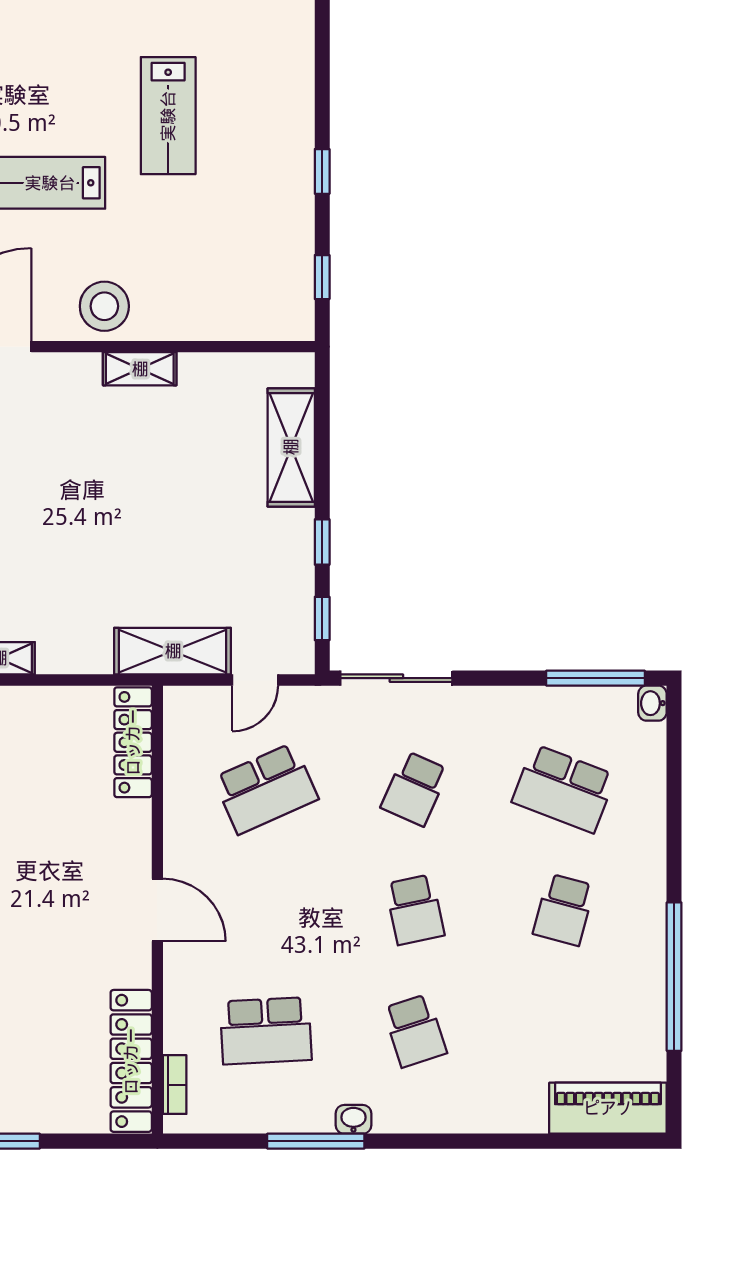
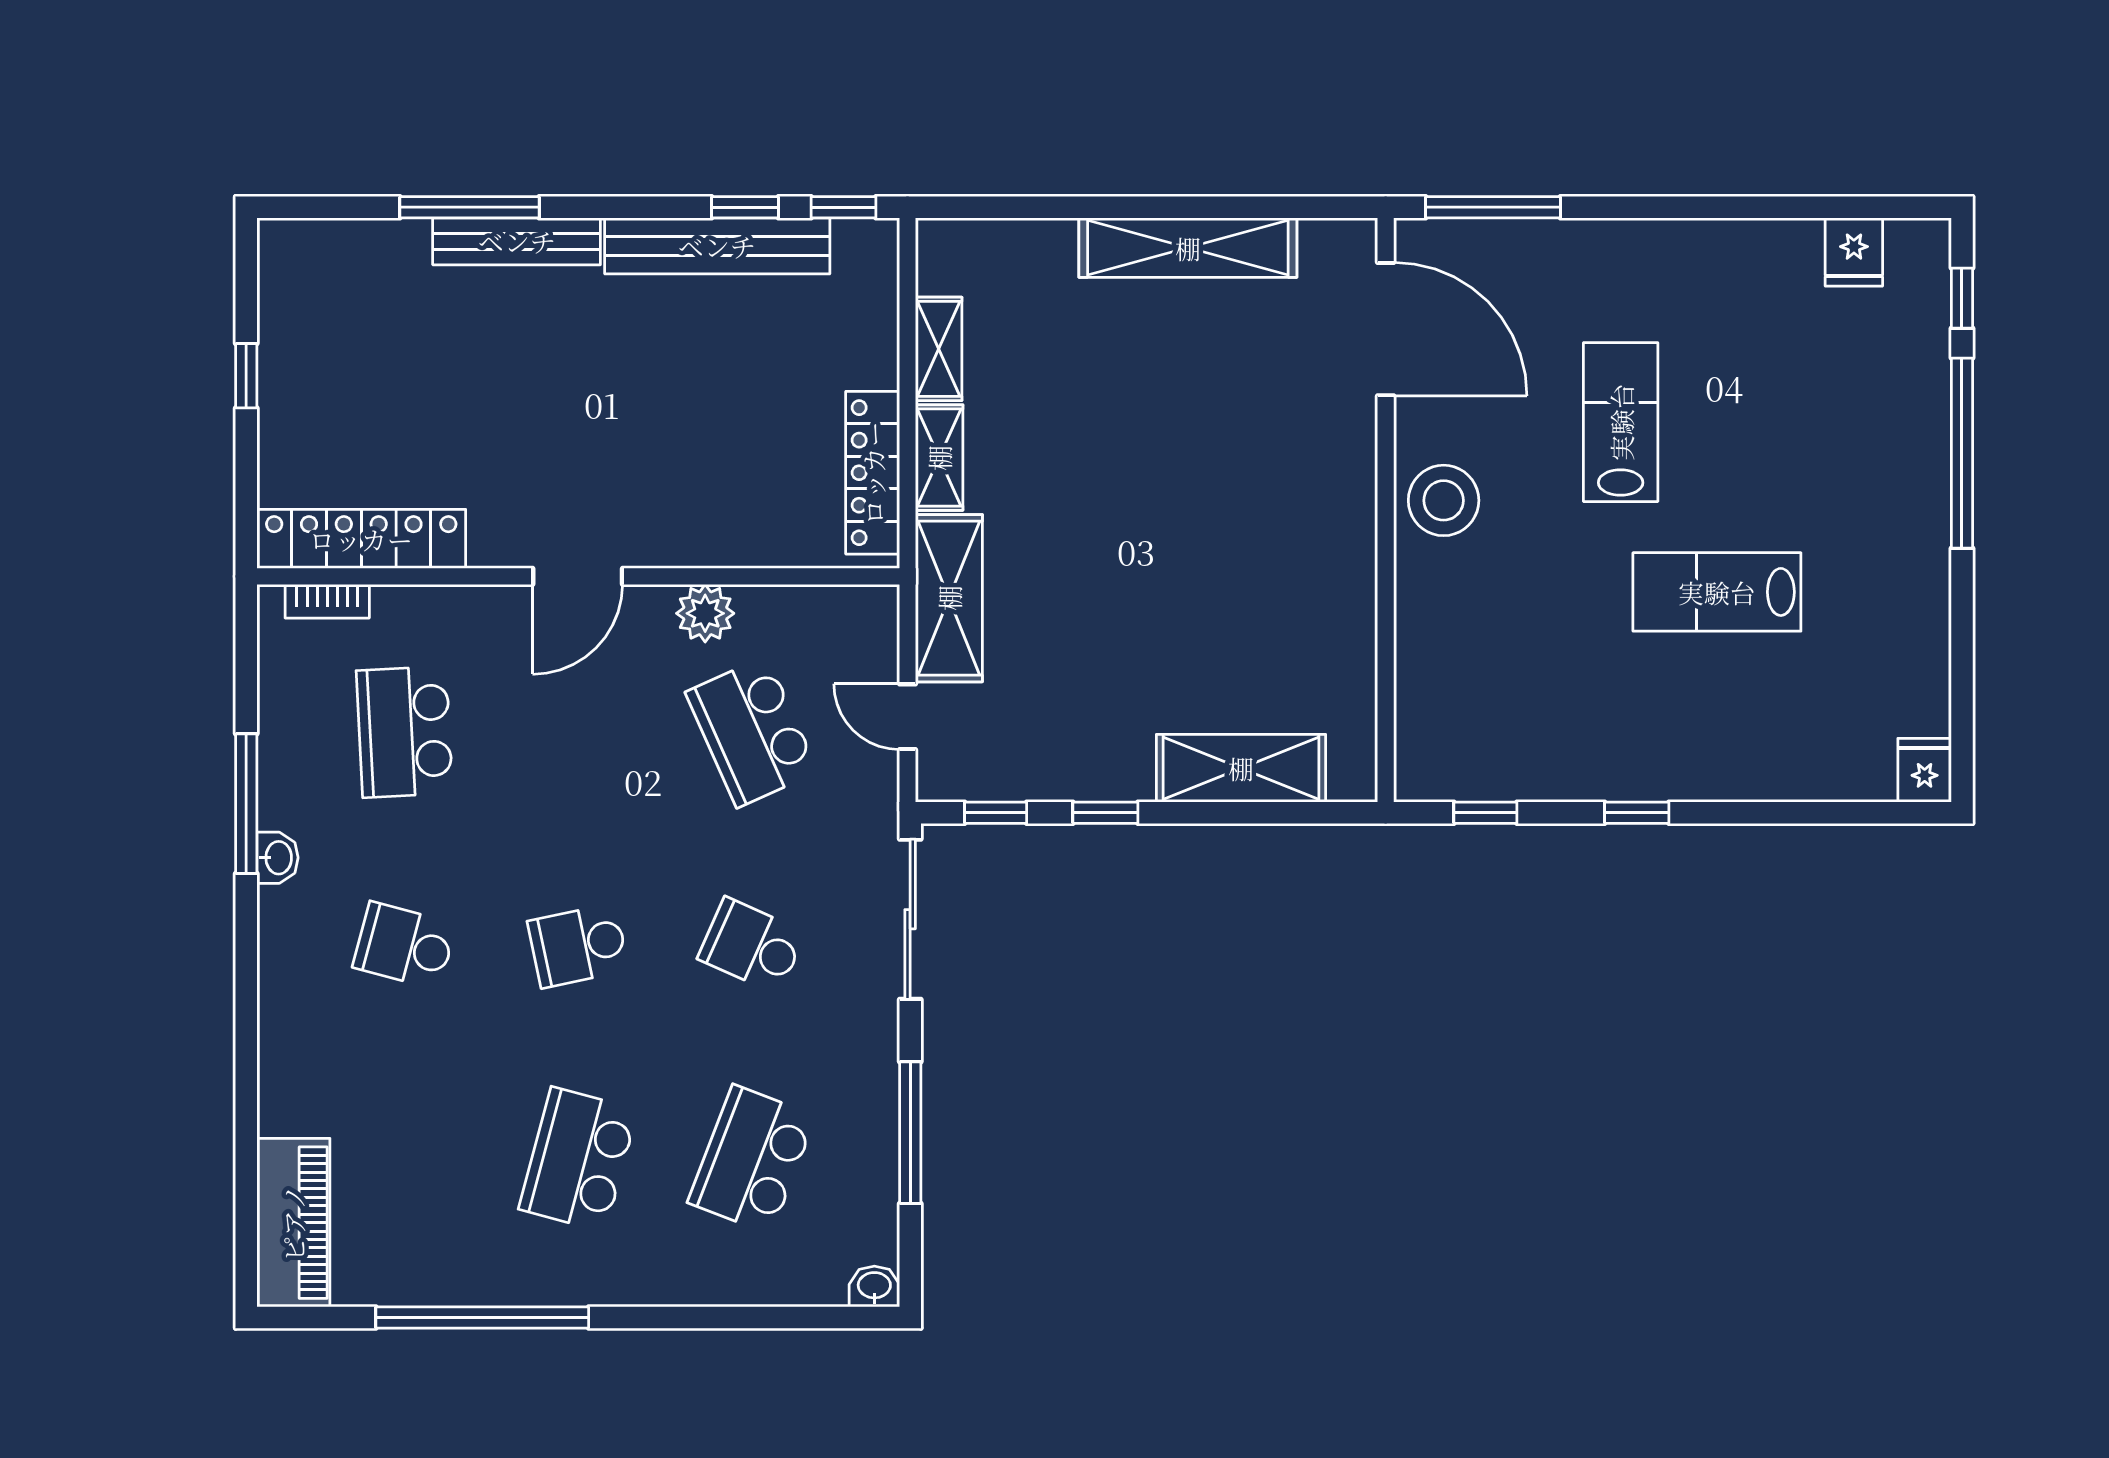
shelving: (140, 369) -> (939, 458), moved
window: (596, 678) -> (910, 1133), moved
locker: (133, 742) -> (873, 473), moved, turned -90
plant: (183, 821) -> (705, 613), added
school desk: (564, 910) -> (578, 1159), width x1.85
school desk: (415, 1031) -> (404, 946), turned 33

